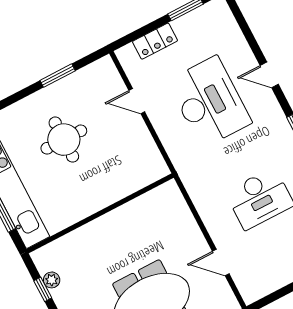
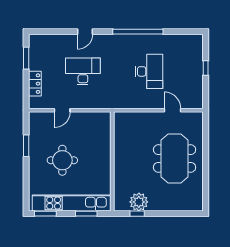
desk: (209, 102) -> (83, 71), width x0.73, depth x0.77
door: (221, 262) -> (172, 110), swing flipped
plant: (52, 280) -> (139, 202), width x1.87, depth x1.87

